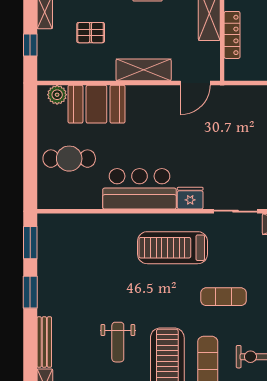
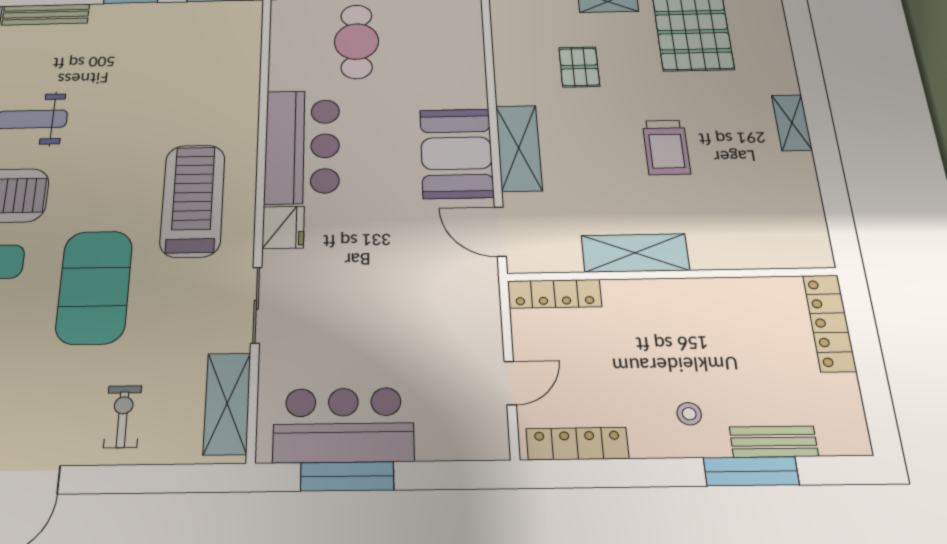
locker: (232, 35) -> (554, 294), moved
plant: (57, 95) -> (466, 22), removed
booth: (96, 104) -> (456, 153), moved
exercise mat: (224, 297) -> (94, 287), width x2.00, depth x1.45

